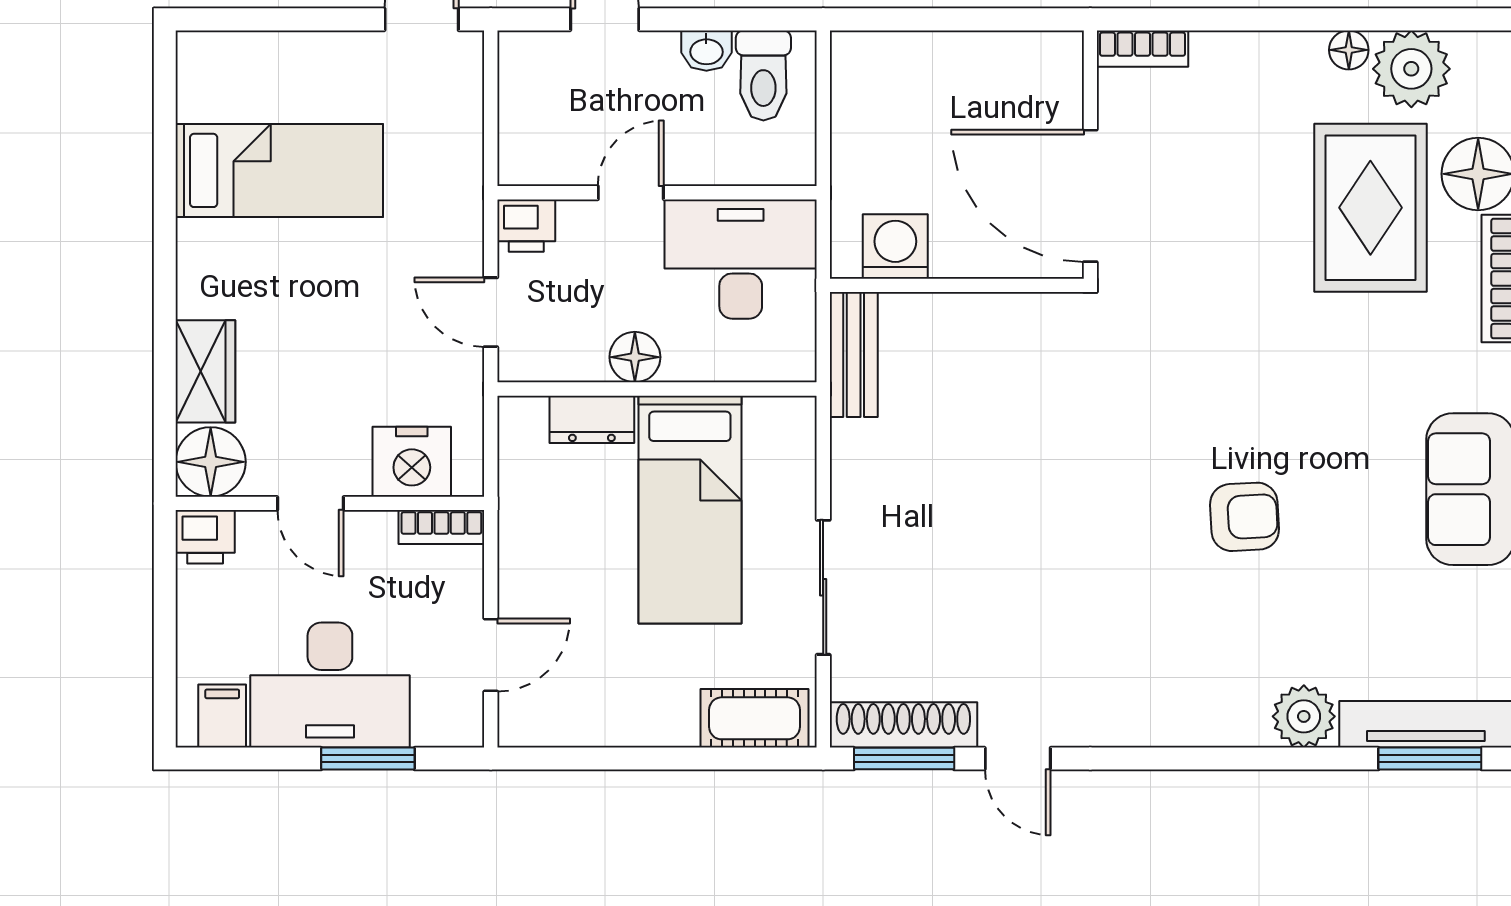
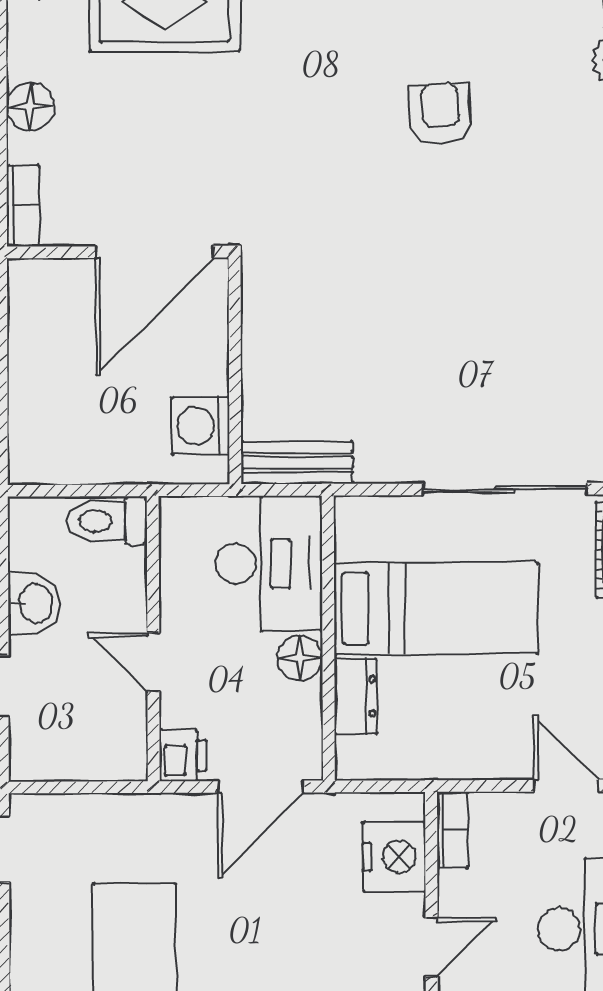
floor lamp: (1349, 50) -> (30, 106), moved, width x1.37, depth x1.37
washbasin: (706, 51) -> (34, 604), width x1.38, depth x1.45
toilet: (763, 75) -> (107, 521), moved, turned 180
desk: (741, 259) -> (269, 564), moved, turned 180
door: (491, 312) -> (260, 787), width x1.38
sliding door: (823, 587) -> (505, 489), width x1.37

